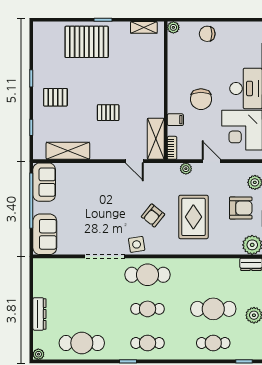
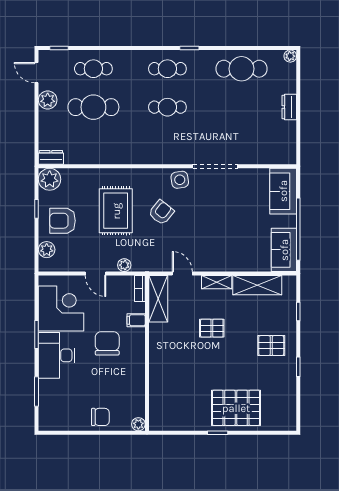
shelving: (144, 27) -> (217, 282), moved
cafe table: (148, 275) -> (167, 146), removed
dresser: (39, 314) -> (289, 107), width x0.70

